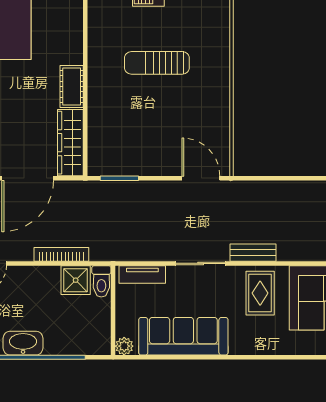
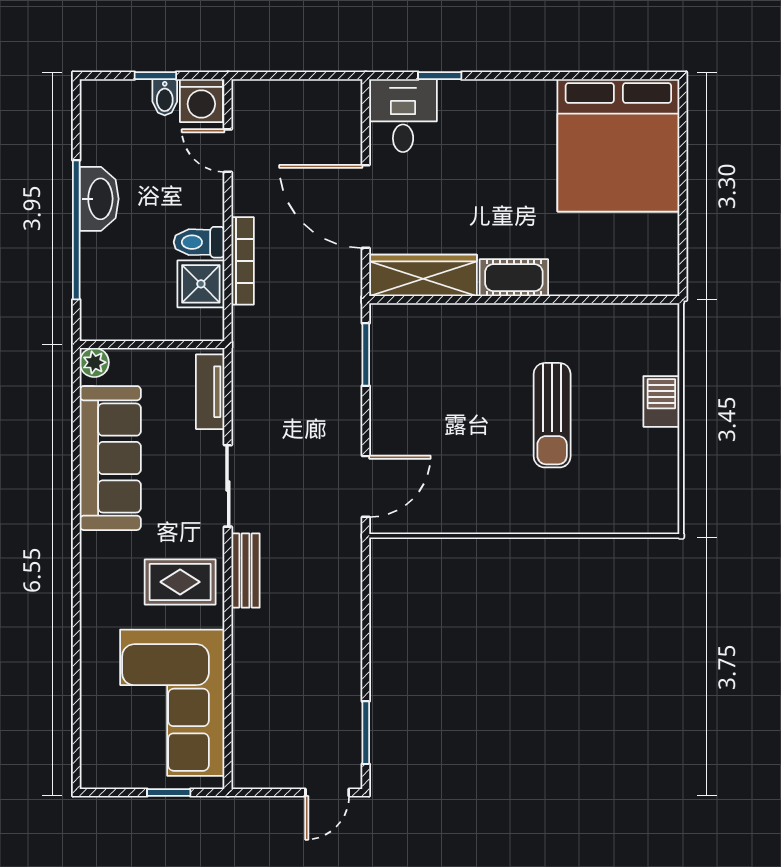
sun lounger: (157, 63) -> (552, 415), turned 180
toilet: (101, 281) -> (199, 242), moved

